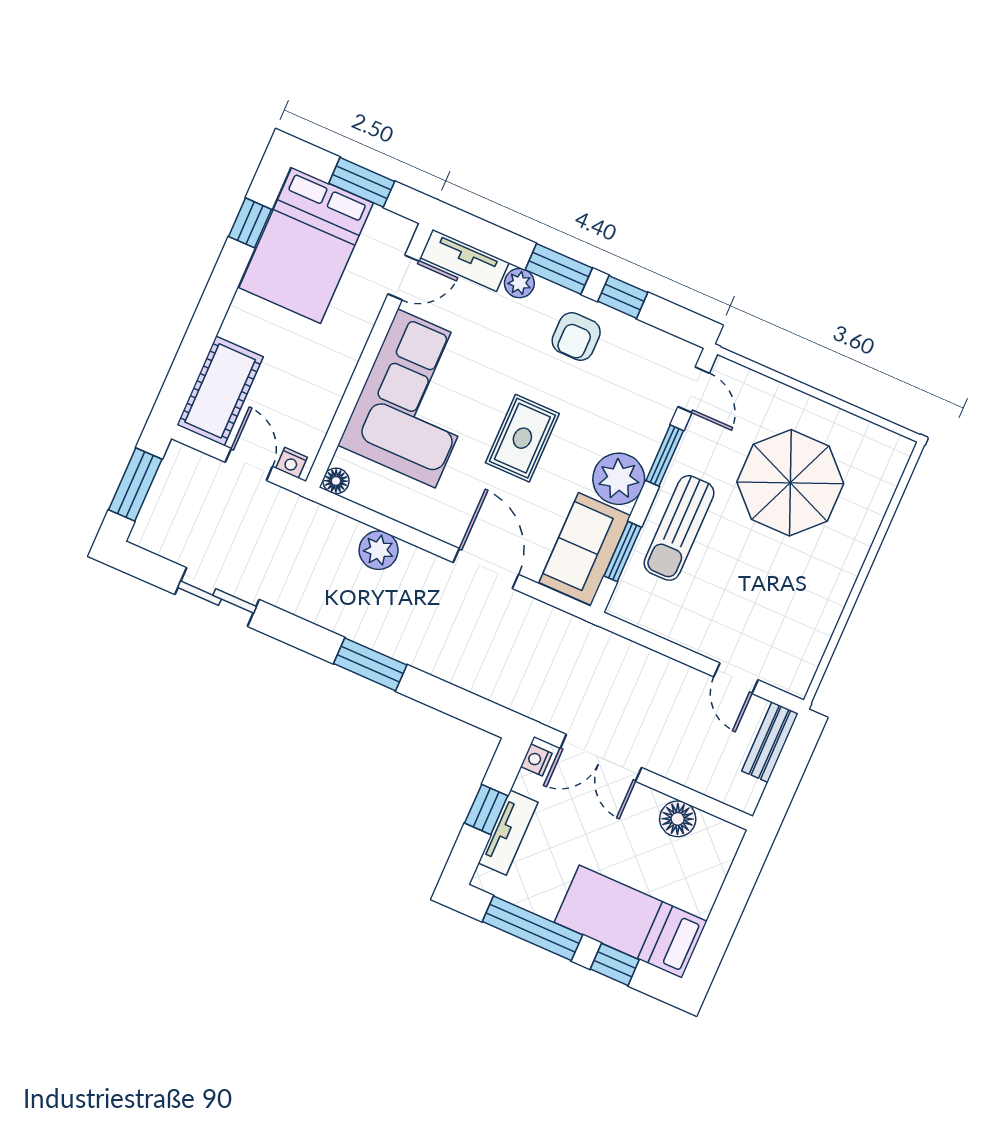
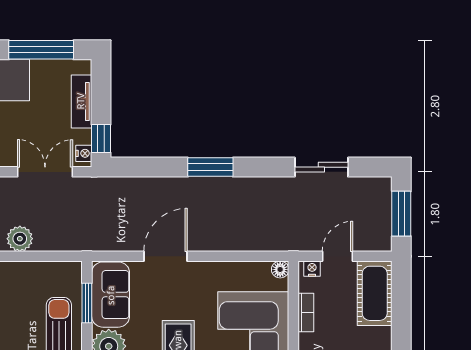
bookcase: (327, 406) -> (306, 312), added
door: (249, 464) -> (338, 256), swing flipped
plant: (379, 550) -> (20, 239), moved
door: (486, 569) -> (165, 256), swing flipped
window: (486, 809) -> (101, 139), moved

